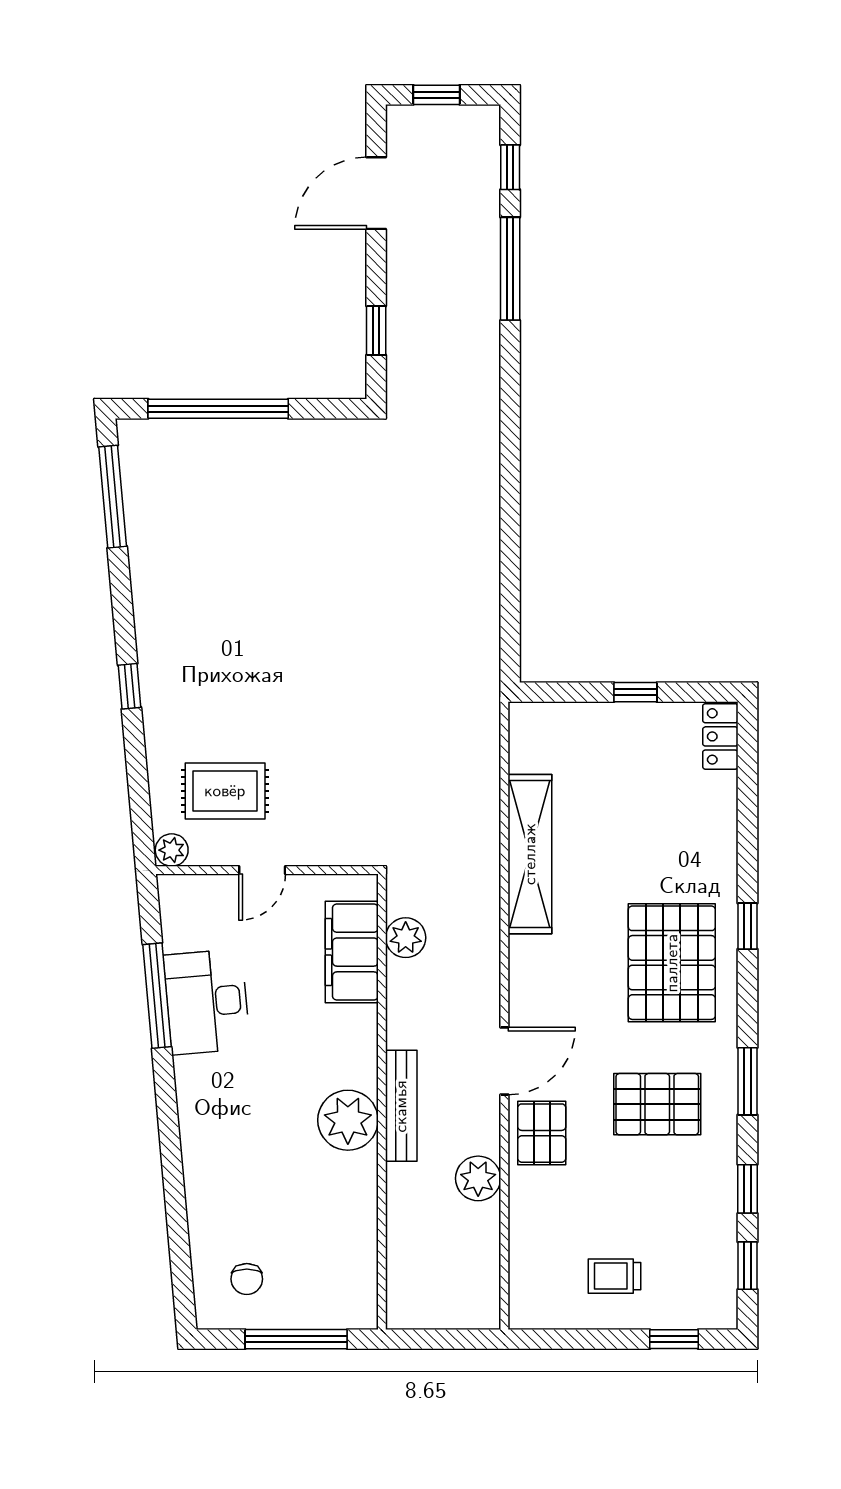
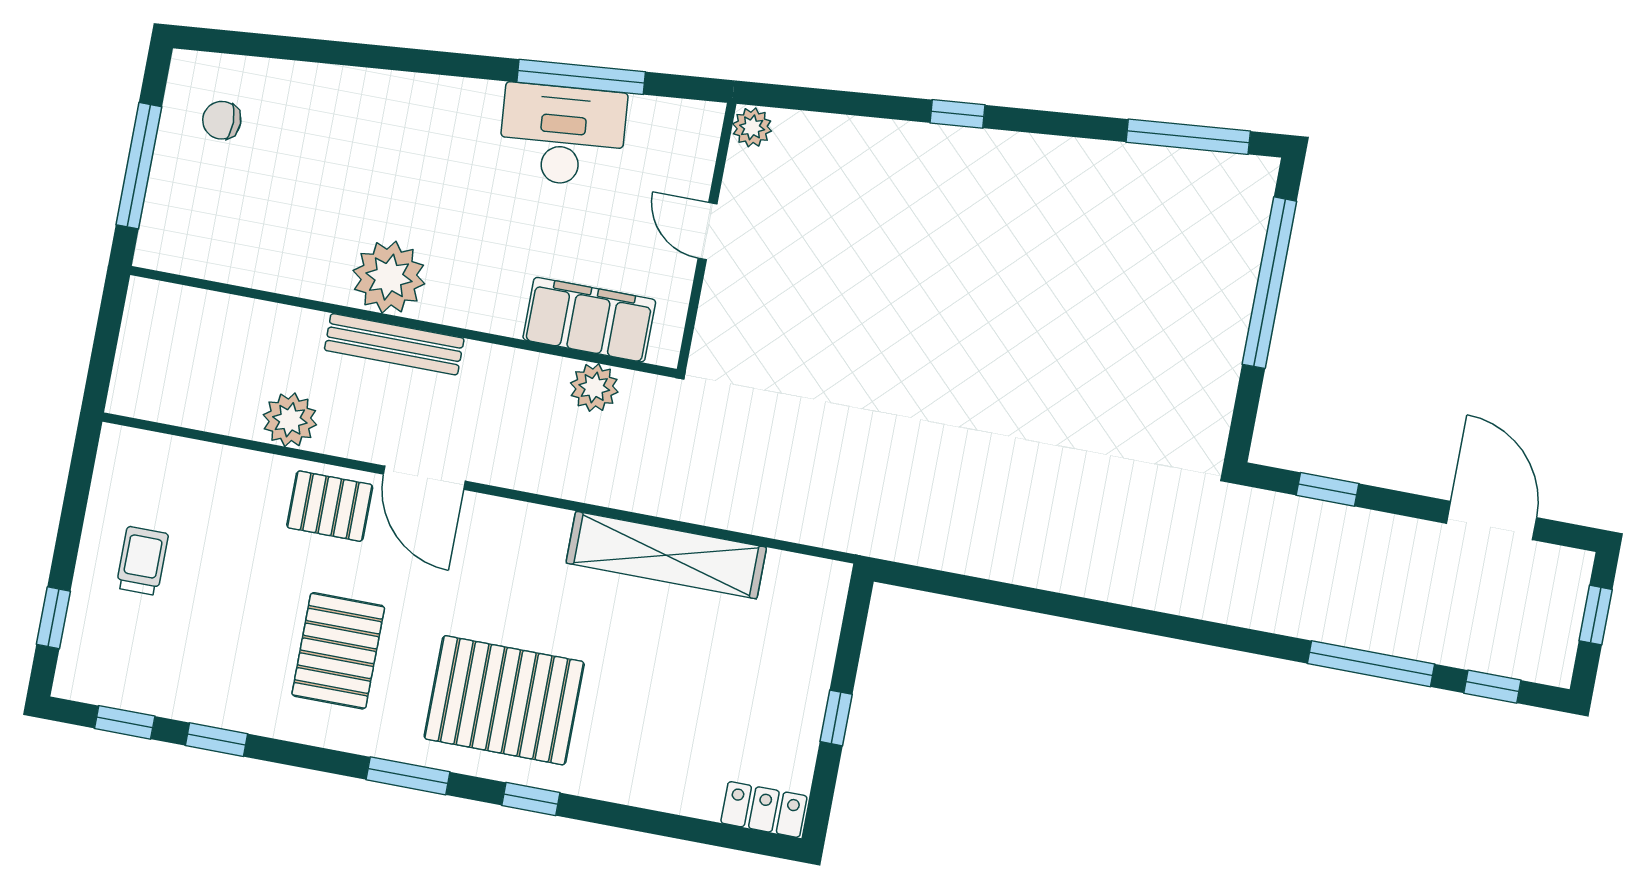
rug: (225, 791) -> (811, 205), removed
window: (747, 1081) -> (408, 776), moved

